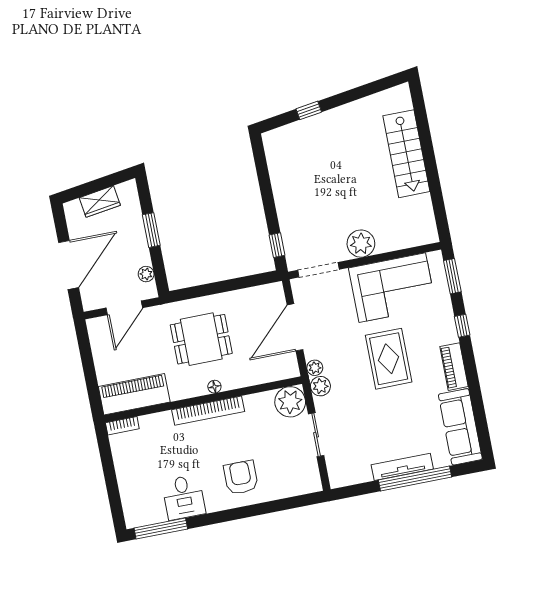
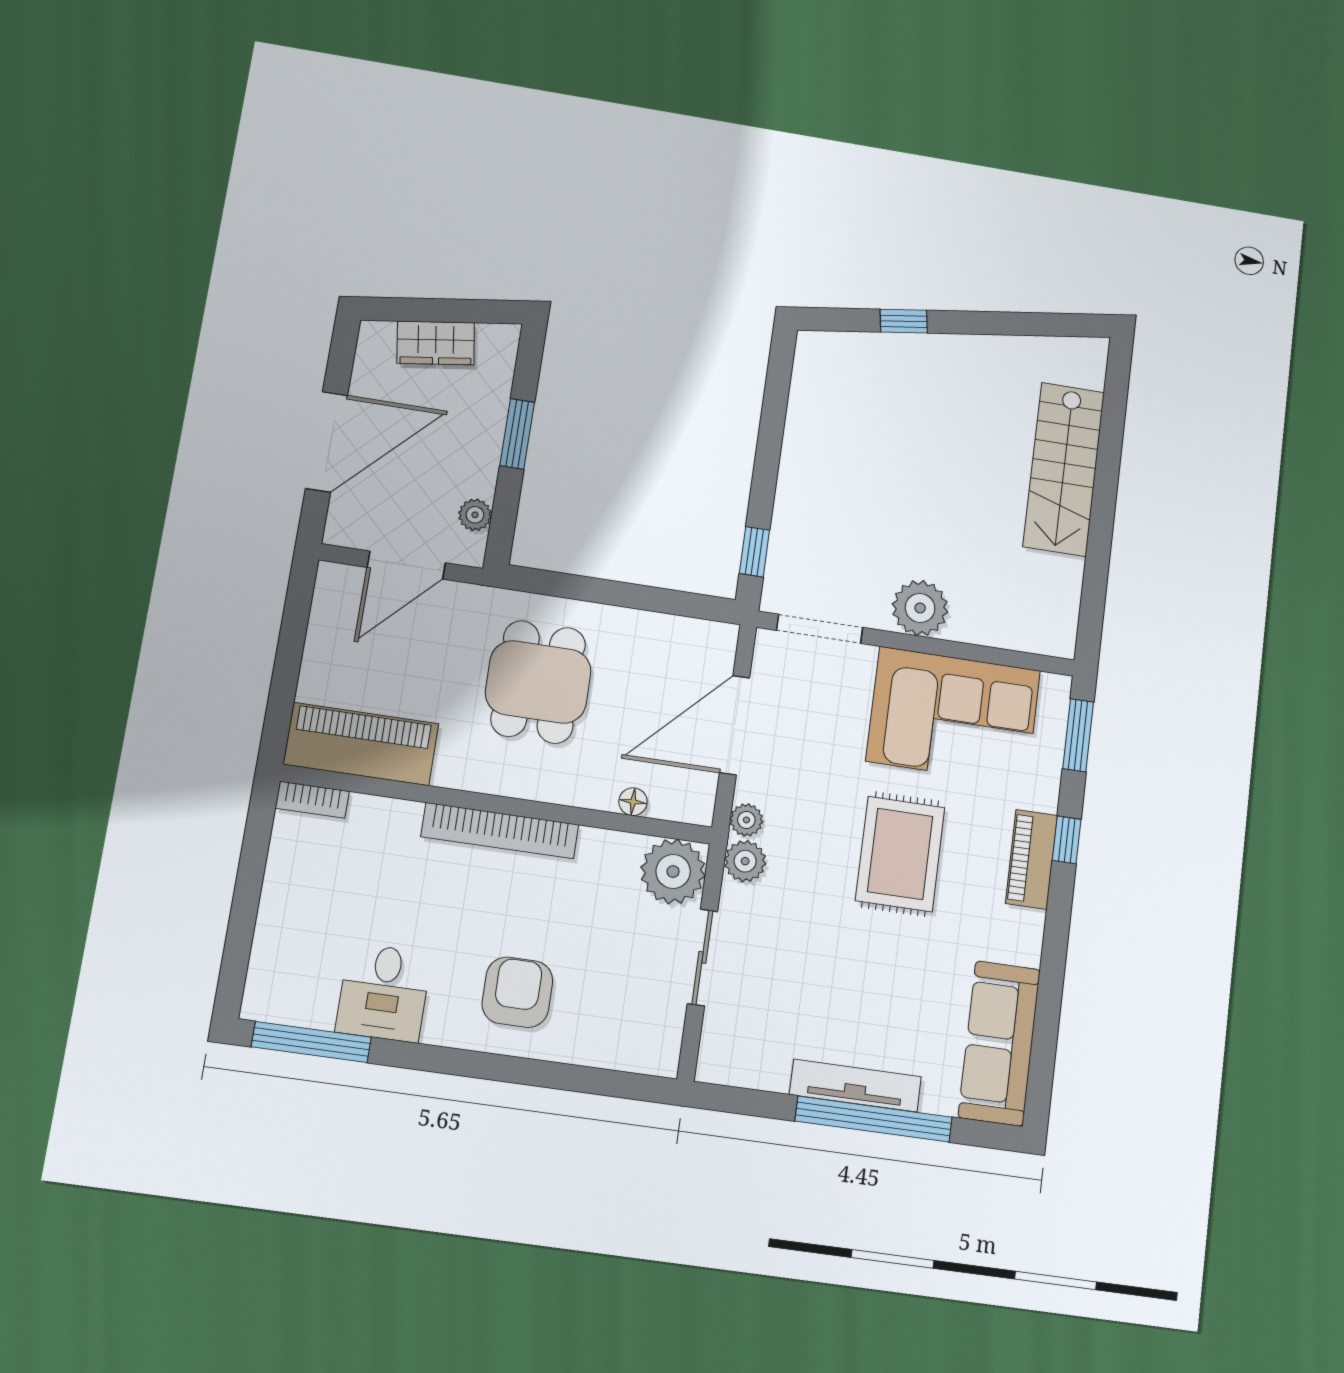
dining table: (201, 339) -> (538, 682), turned 90
piano: (454, 367) -> (1032, 859), moved
floor lamp: (214, 387) -> (633, 802), moved

